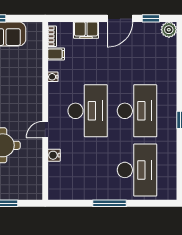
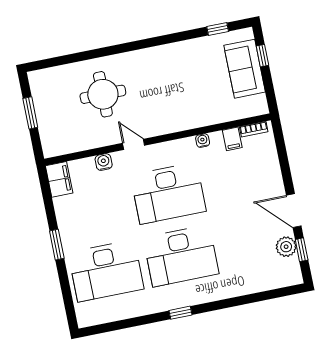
filing cabinet: (86, 30) -> (59, 179), moved, turned 180
plant: (169, 30) -> (286, 247), moved
window: (110, 203) -> (57, 245), width x0.69

